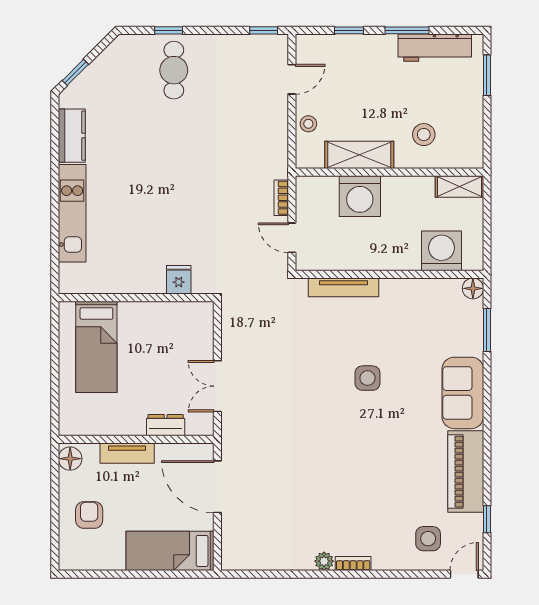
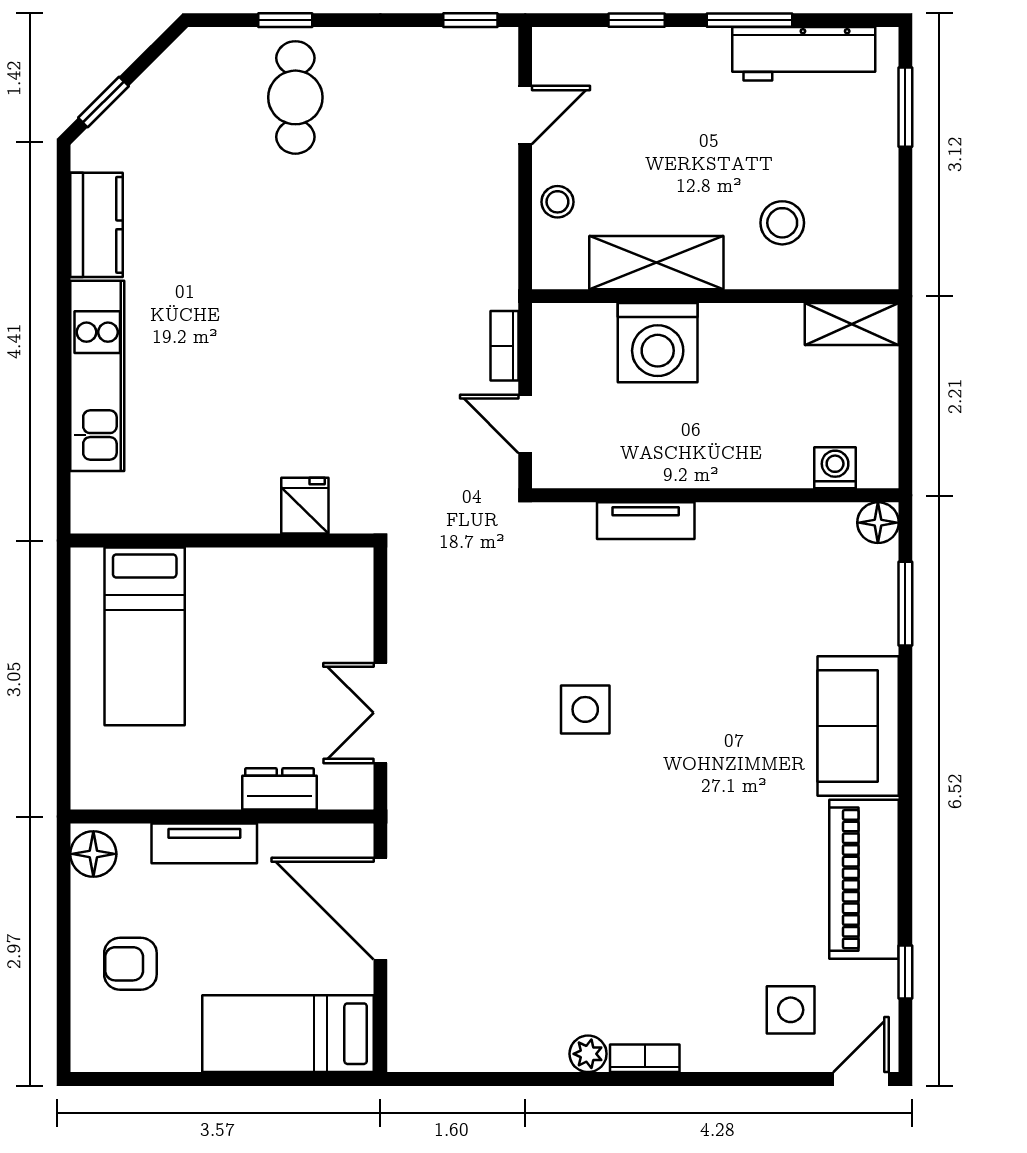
washing machine: (441, 251) -> (835, 468), width x0.53, depth x0.53
tv unit: (344, 287) -> (646, 521), width x0.71
side table: (367, 378) -> (585, 709), moved
armchair: (89, 515) -> (130, 964), turned -90

